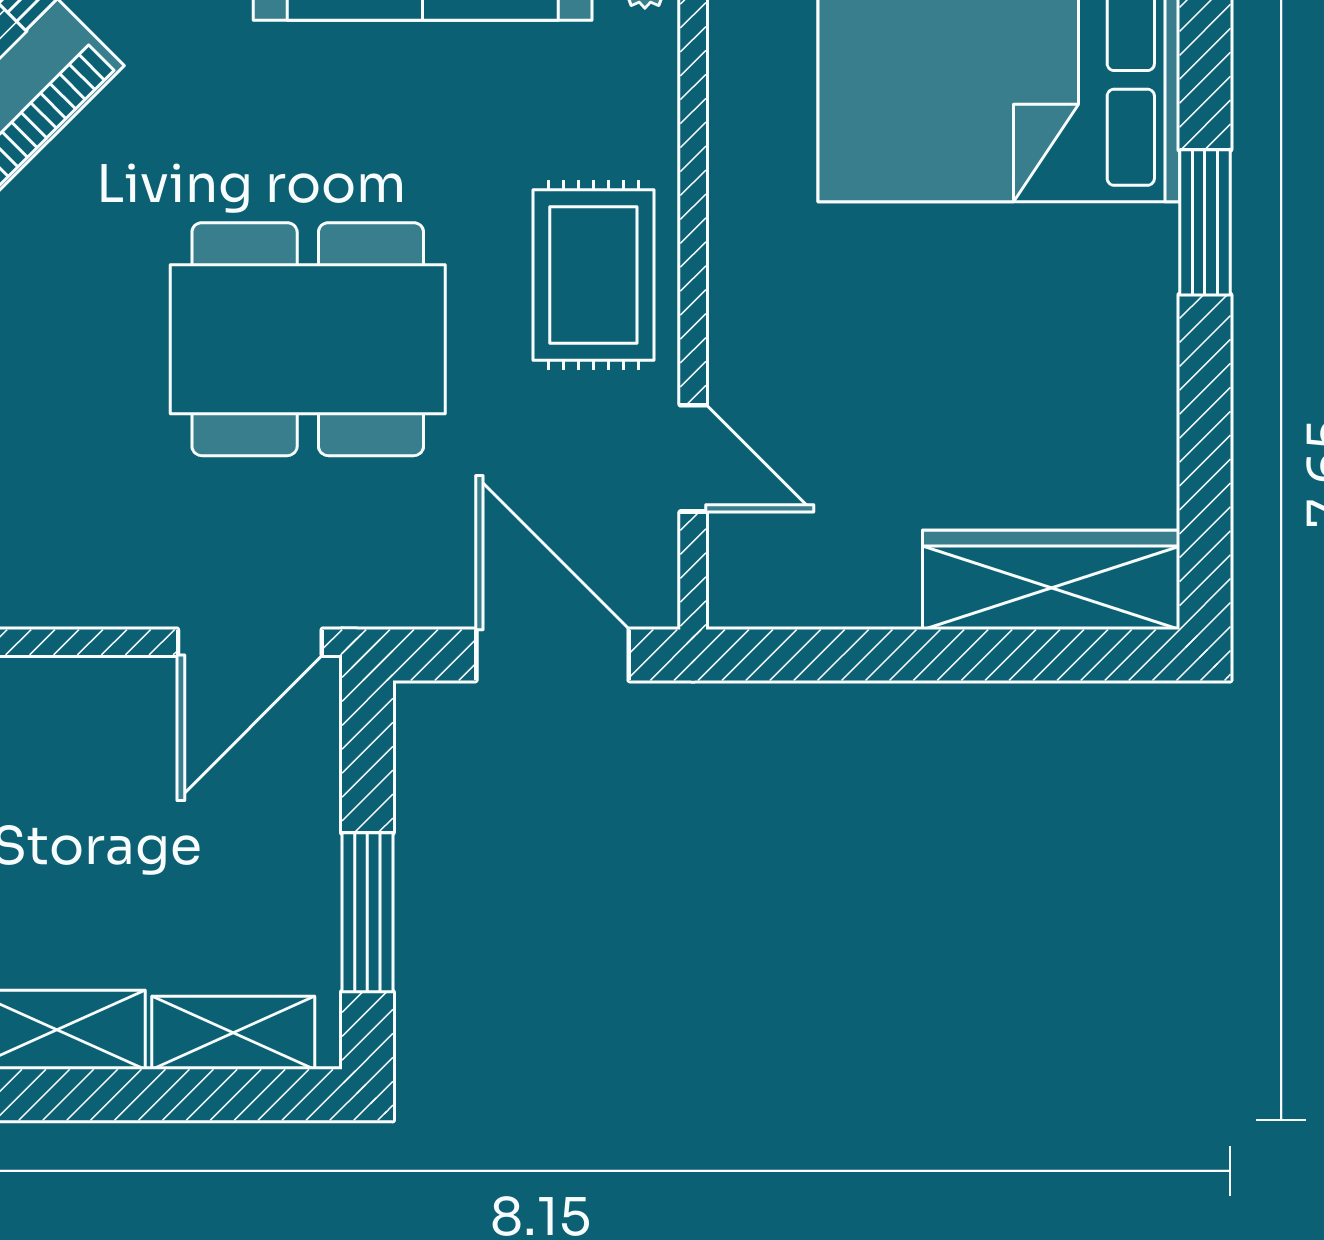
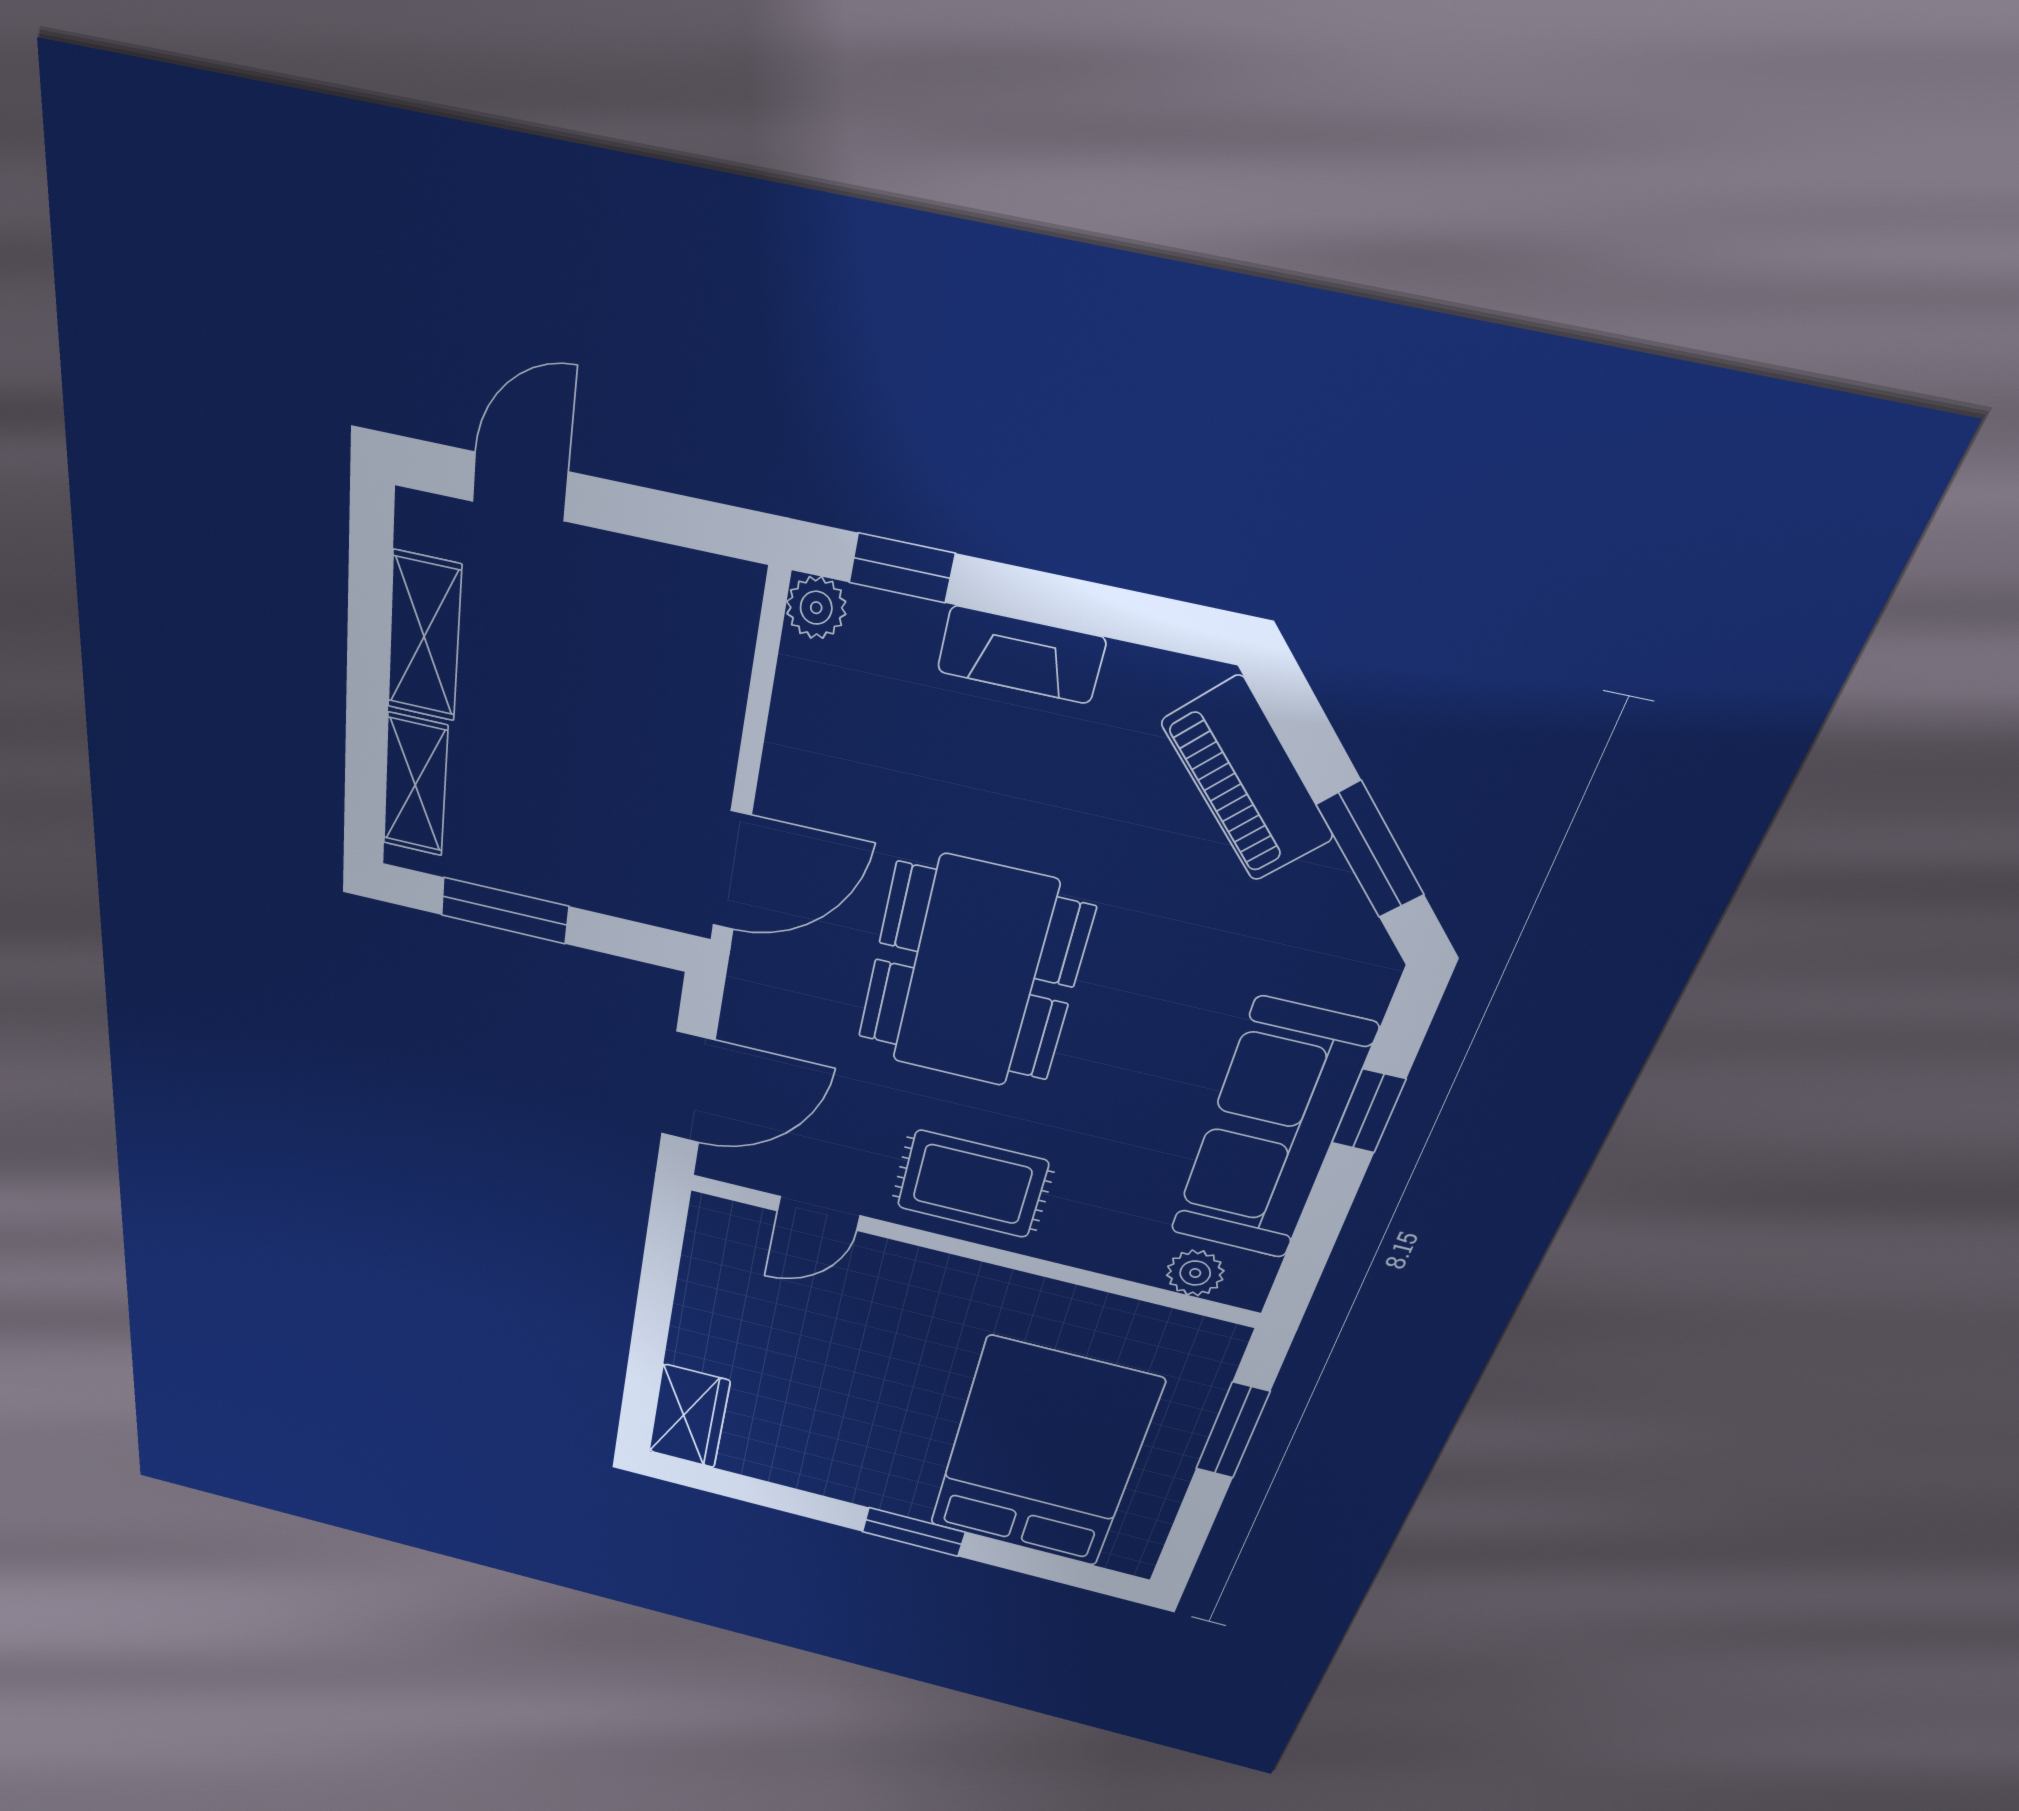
wardrobe: (1051, 580) -> (689, 1416), width x0.67
door: (250, 642) -> (732, 871), swing flipped

